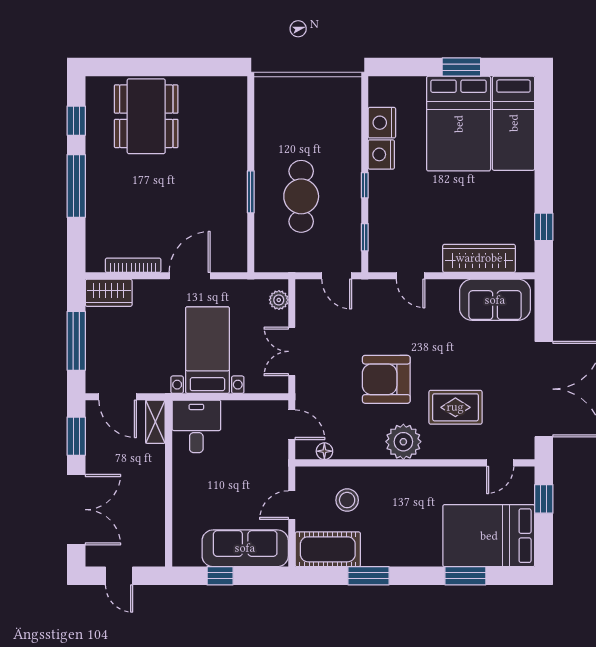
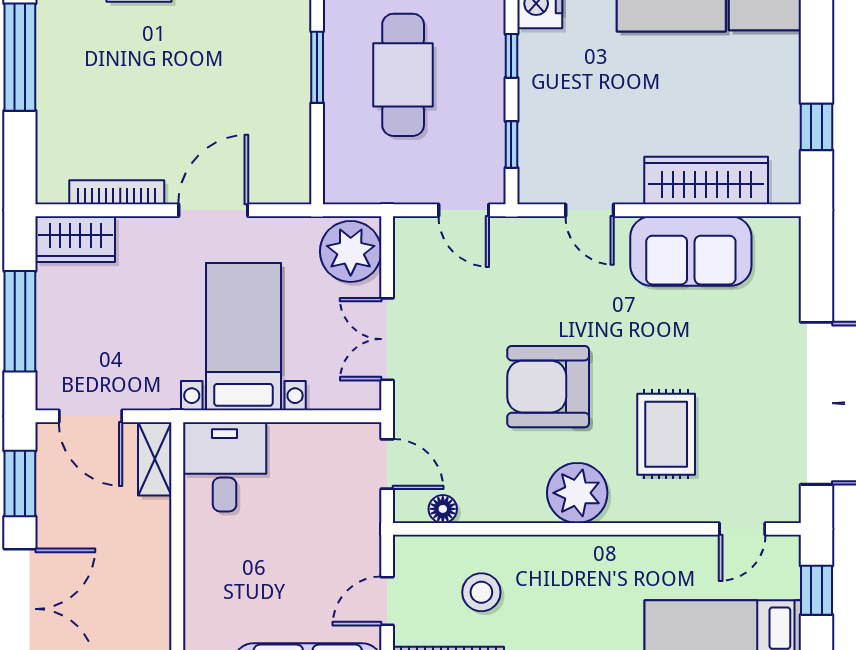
plant: (279, 300) -> (351, 251), width x1.87, depth x1.87
sofa: (495, 300) -> (691, 251), moved
rug: (455, 407) -> (666, 434), turned 90

